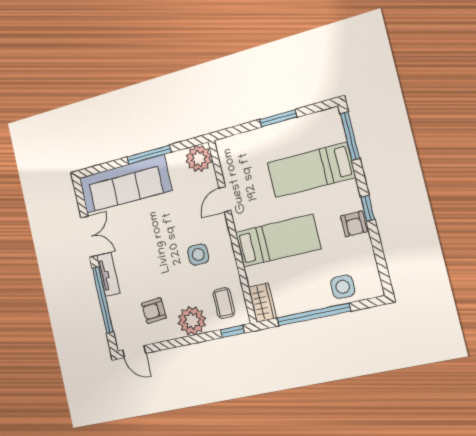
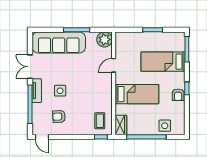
double door: (89, 237) -> (30, 67), swing flipped
side table: (198, 254) -> (60, 91), moved
plant: (192, 321) -> (80, 127), removed

